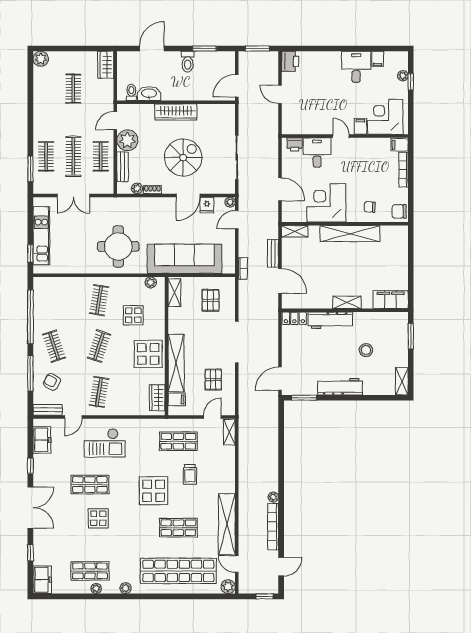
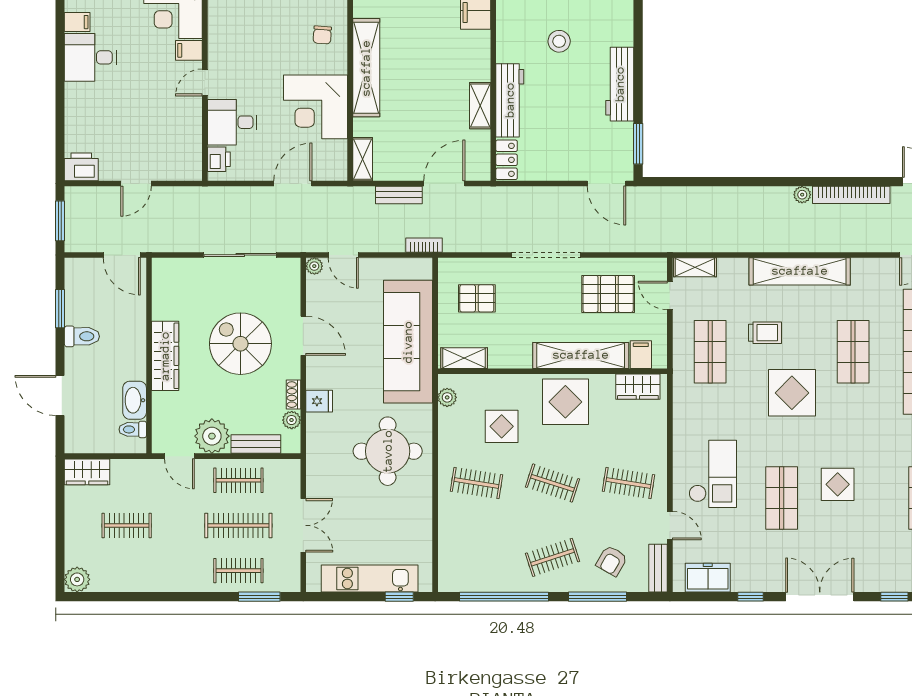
fridge: (207, 205) -> (319, 401), moved
shelving: (347, 302) -> (480, 106), moved
pallet: (213, 380) -> (608, 294), width x1.50, depth x1.42
shelving: (227, 524) -> (800, 271), moved

